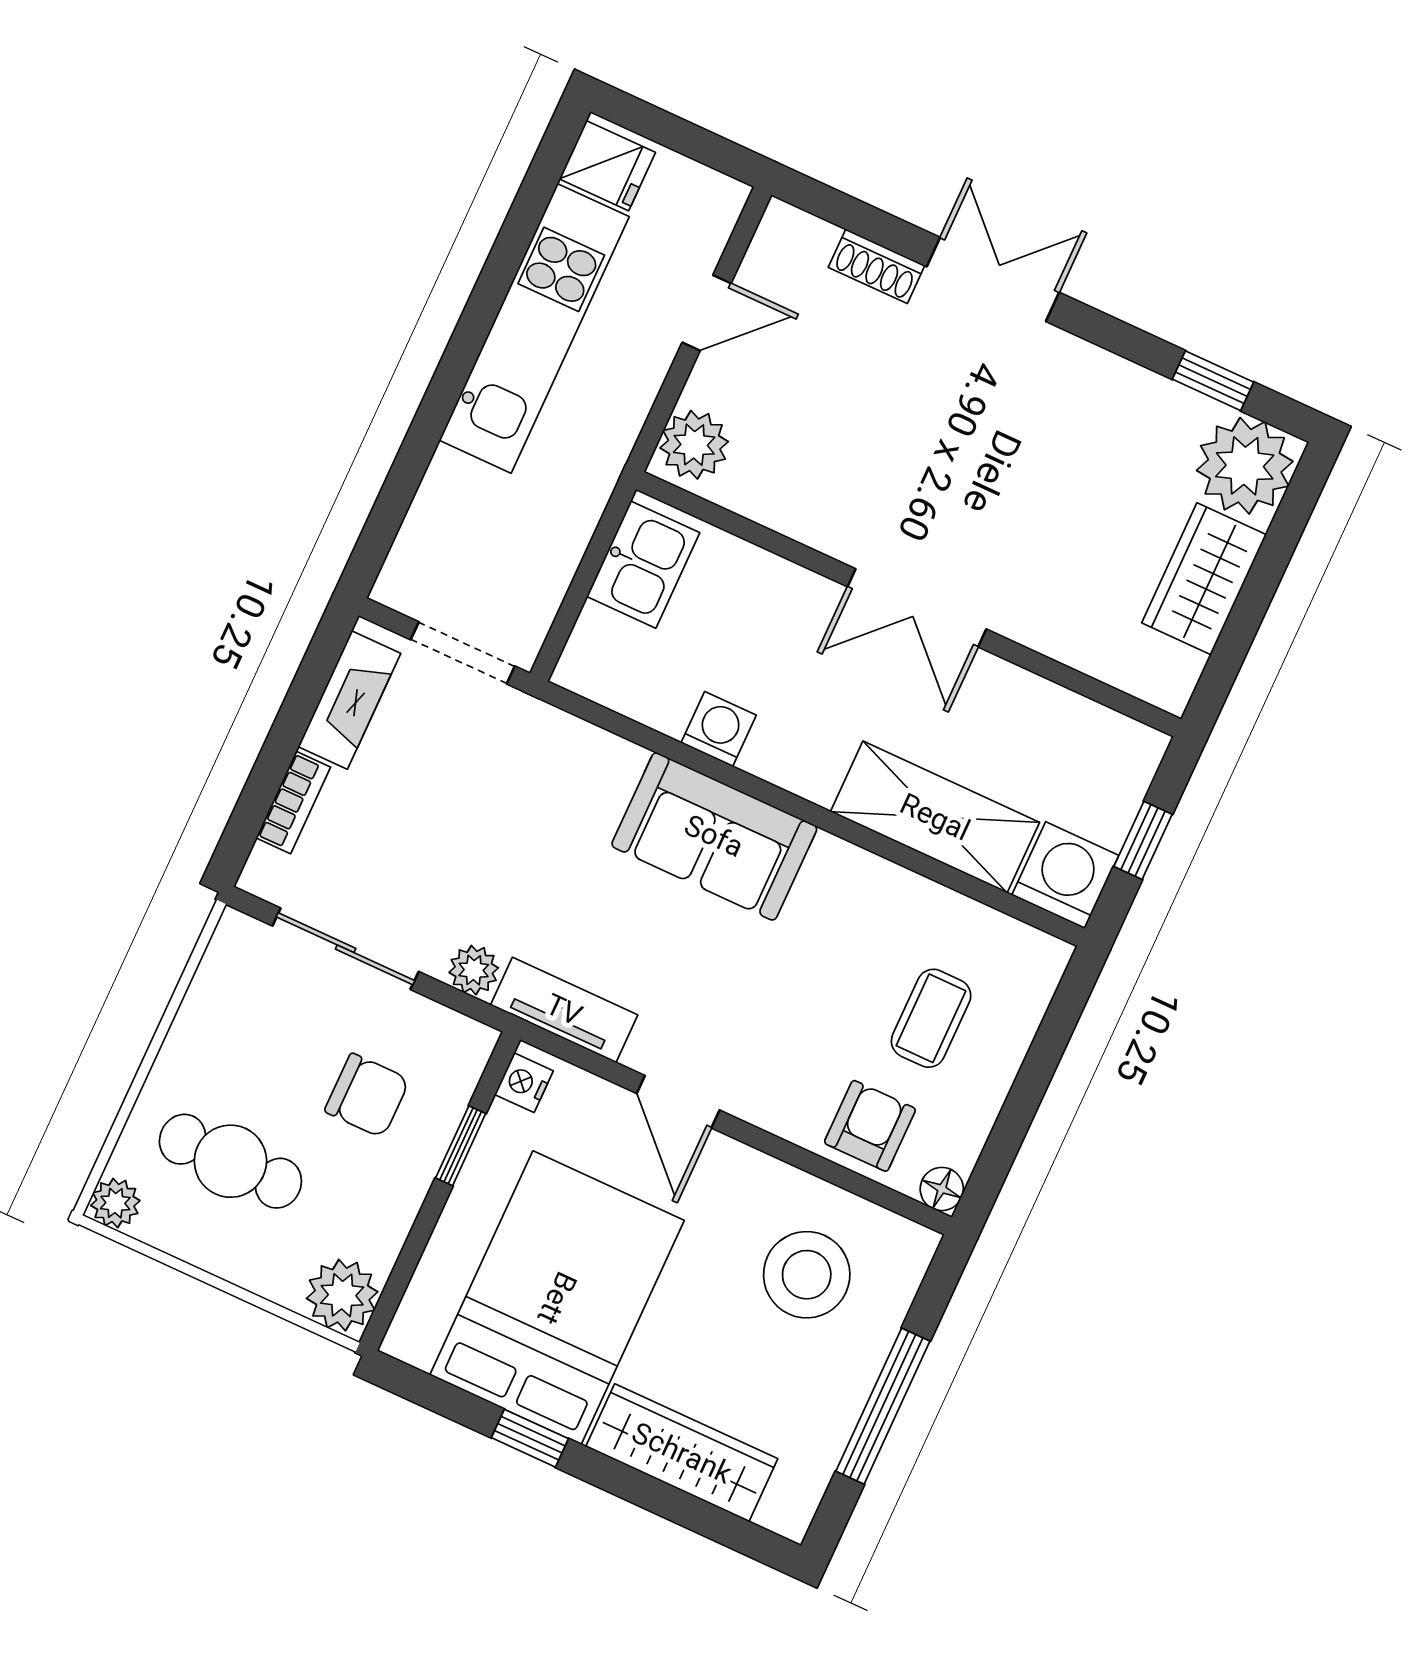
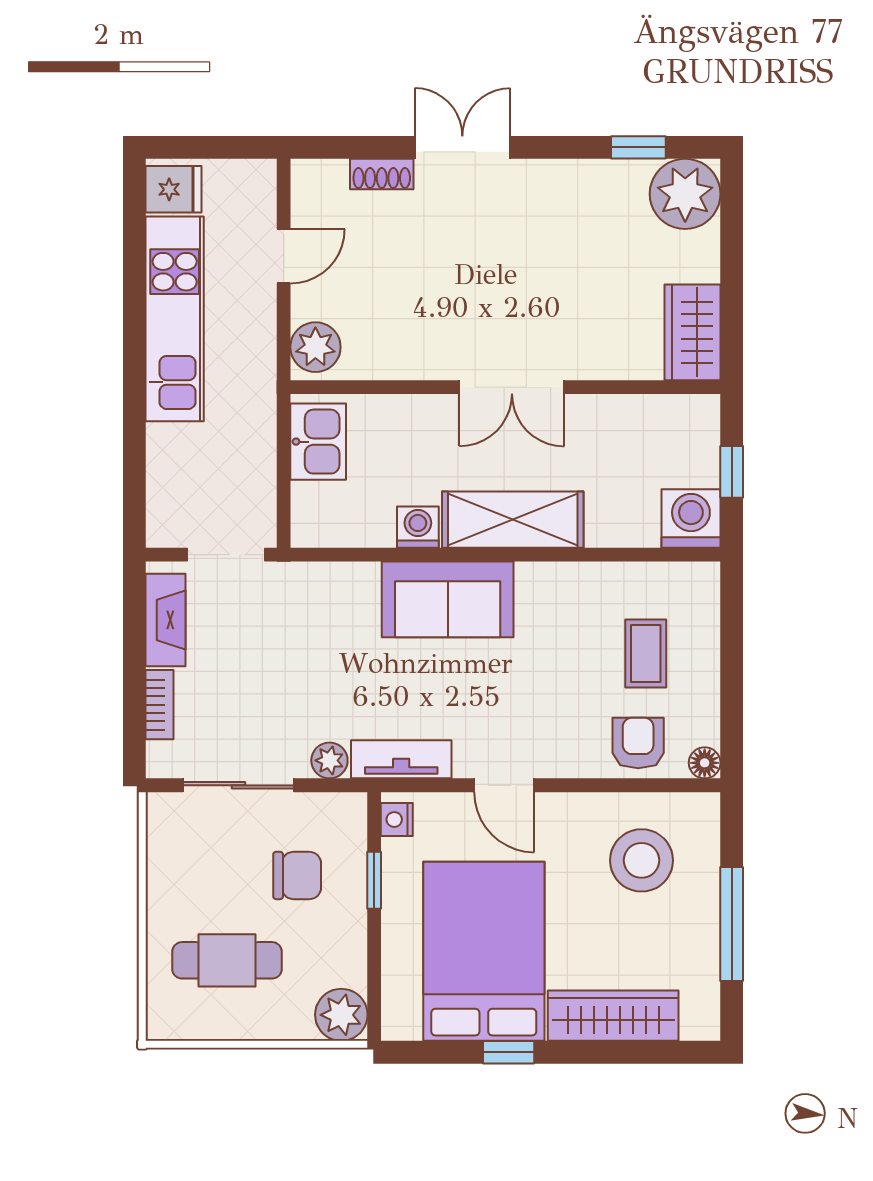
wardrobe: (1204, 579) -> (692, 332), moved
shelving: (935, 817) -> (513, 520), moved
plant: (115, 1203) -> (164, 1023), removed

